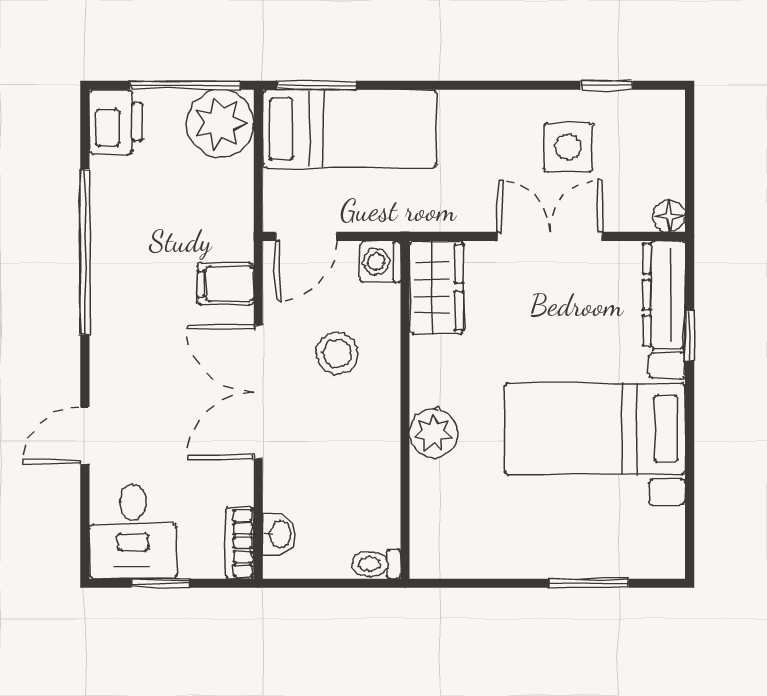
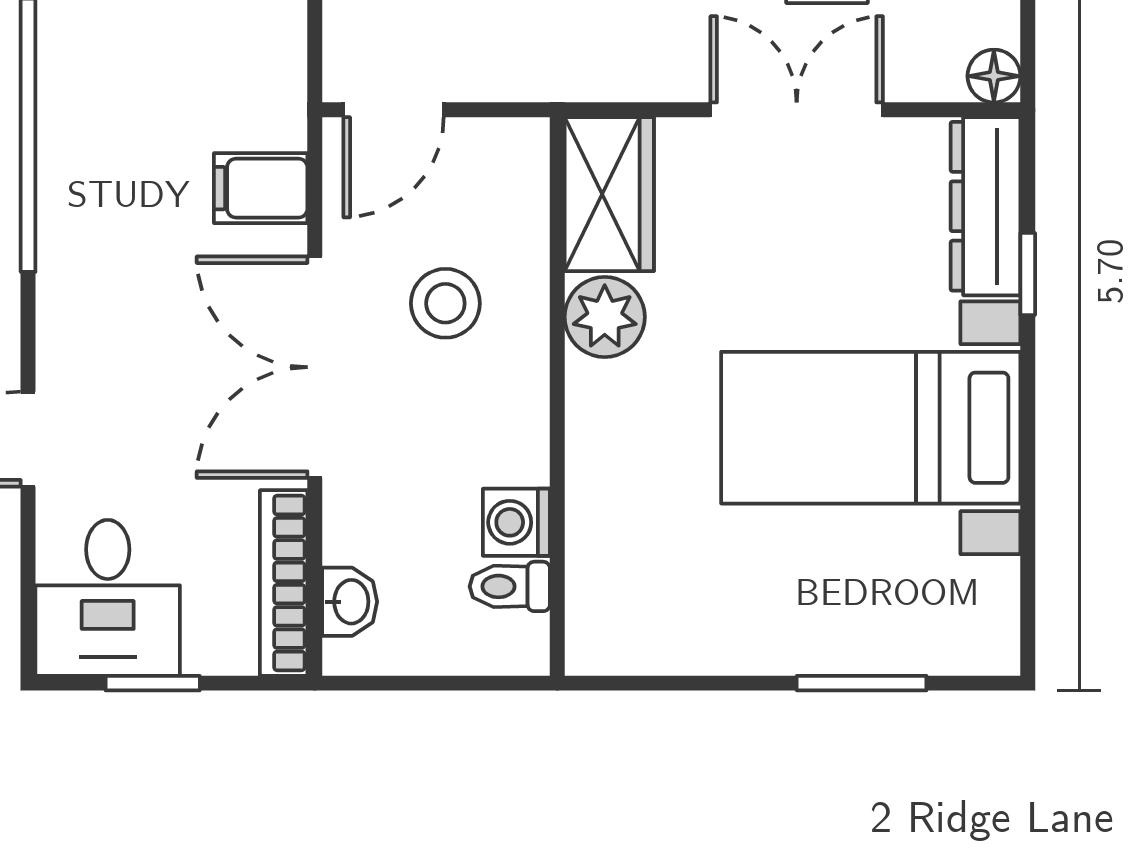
washing machine: (380, 262) -> (516, 522), moved
plant: (434, 433) -> (605, 317), moved
bookcase: (239, 543) -> (284, 583), width x1.56
toilet: (376, 564) -> (510, 586), moved

